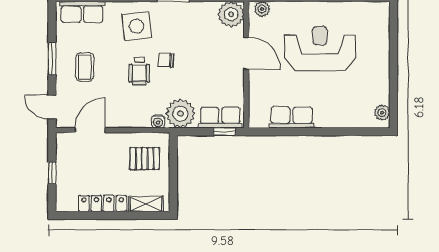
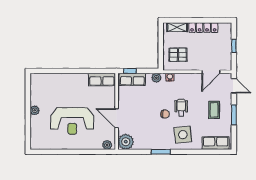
plant: (382, 113) -> (35, 110), moved
plant: (180, 114) -> (156, 78), width x0.53, depth x0.53
row of seats: (292, 117) -> (102, 80), moved

